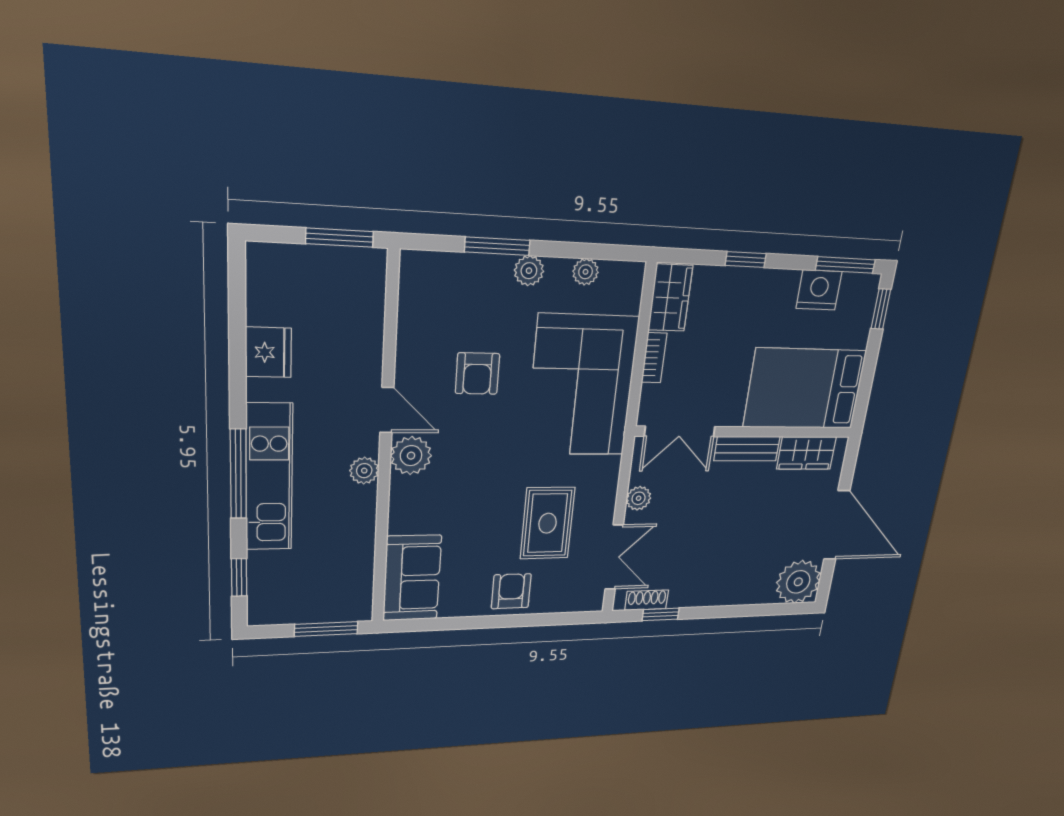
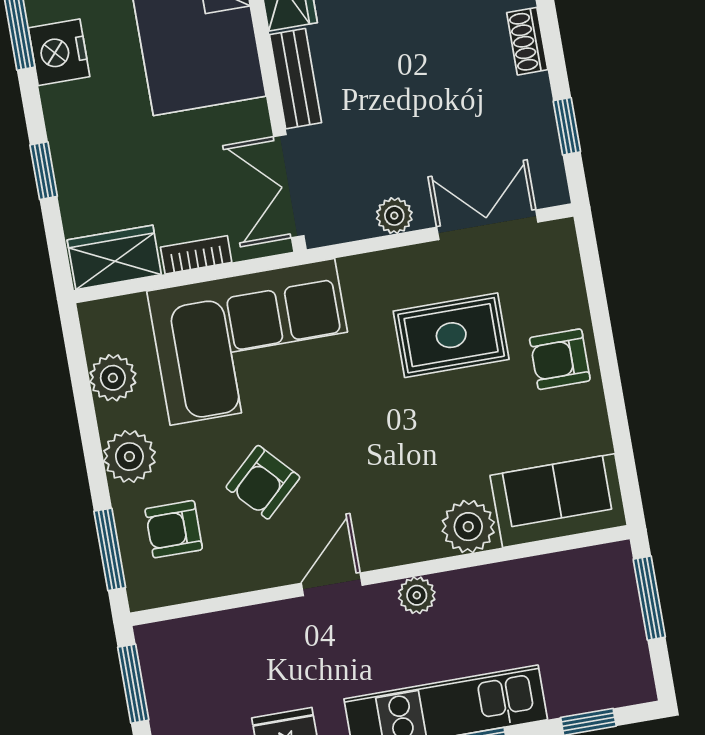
window: (497, 246) -> (110, 549), moved
plant: (529, 271) -> (129, 457), width x1.38, depth x1.38
plant: (586, 272) -> (113, 378), width x1.38, depth x1.38
armchair: (458, 298) -> (174, 529), added
armchair: (477, 374) -> (263, 482), turned 137
double door: (680, 431) -> (289, 186), swing flipped
plant: (411, 456) -> (468, 527), moved
shoe rack: (647, 600) -> (527, 41), moved

